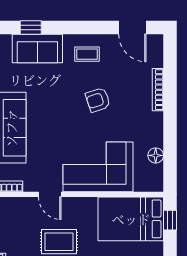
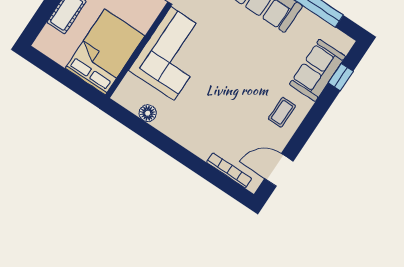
bookcase: (158, 90) -> (229, 170), moved
armchair: (98, 100) -> (234, 94), removed
window: (170, 220) -> (80, 87), removed

